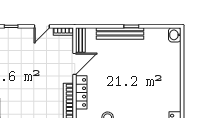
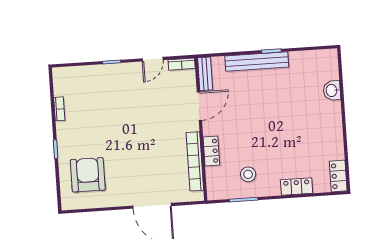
washbasin: (175, 35) -> (332, 90), moved
locker: (81, 92) -> (211, 151), width x0.66

